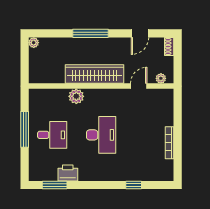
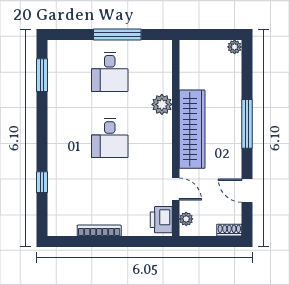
desk: (101, 135) -> (110, 138), width x0.73
printer: (68, 173) -> (161, 220), moved, turned 180

